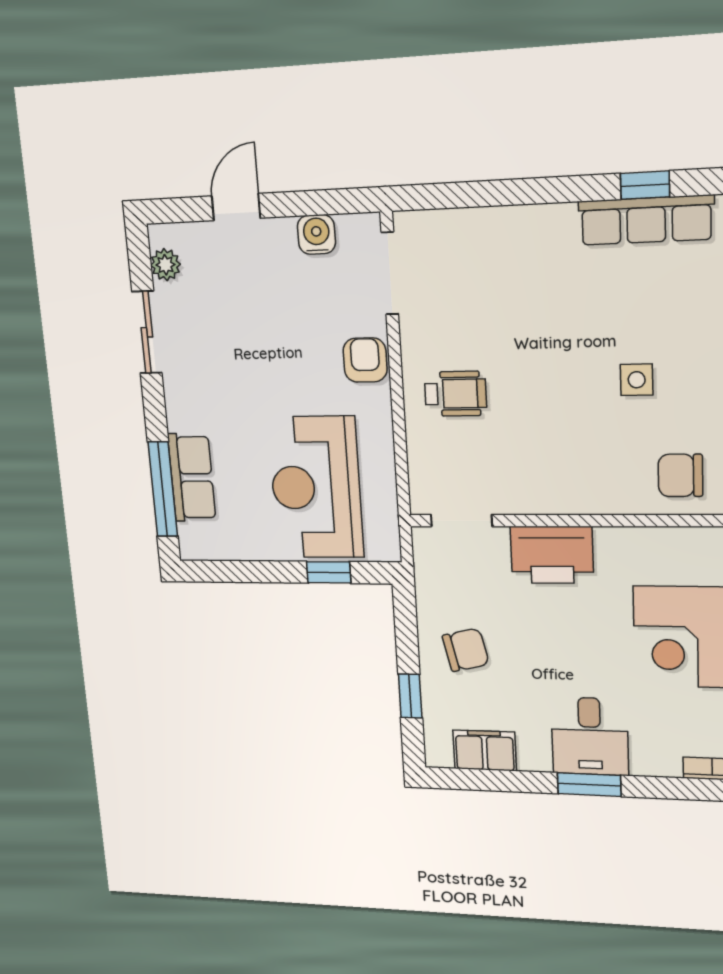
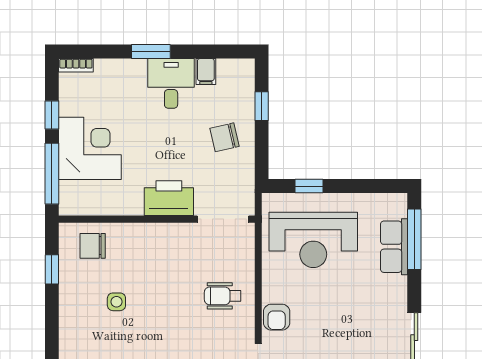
chair: (680, 475) -> (93, 246), turned 180
reception desk: (316, 487) -> (313, 240), turned 90
doorway: (461, 521) -> (223, 219), width x1.38
desk: (590, 736) -> (171, 83), moved
filing cabinet: (485, 751) -> (206, 71), width x0.50

